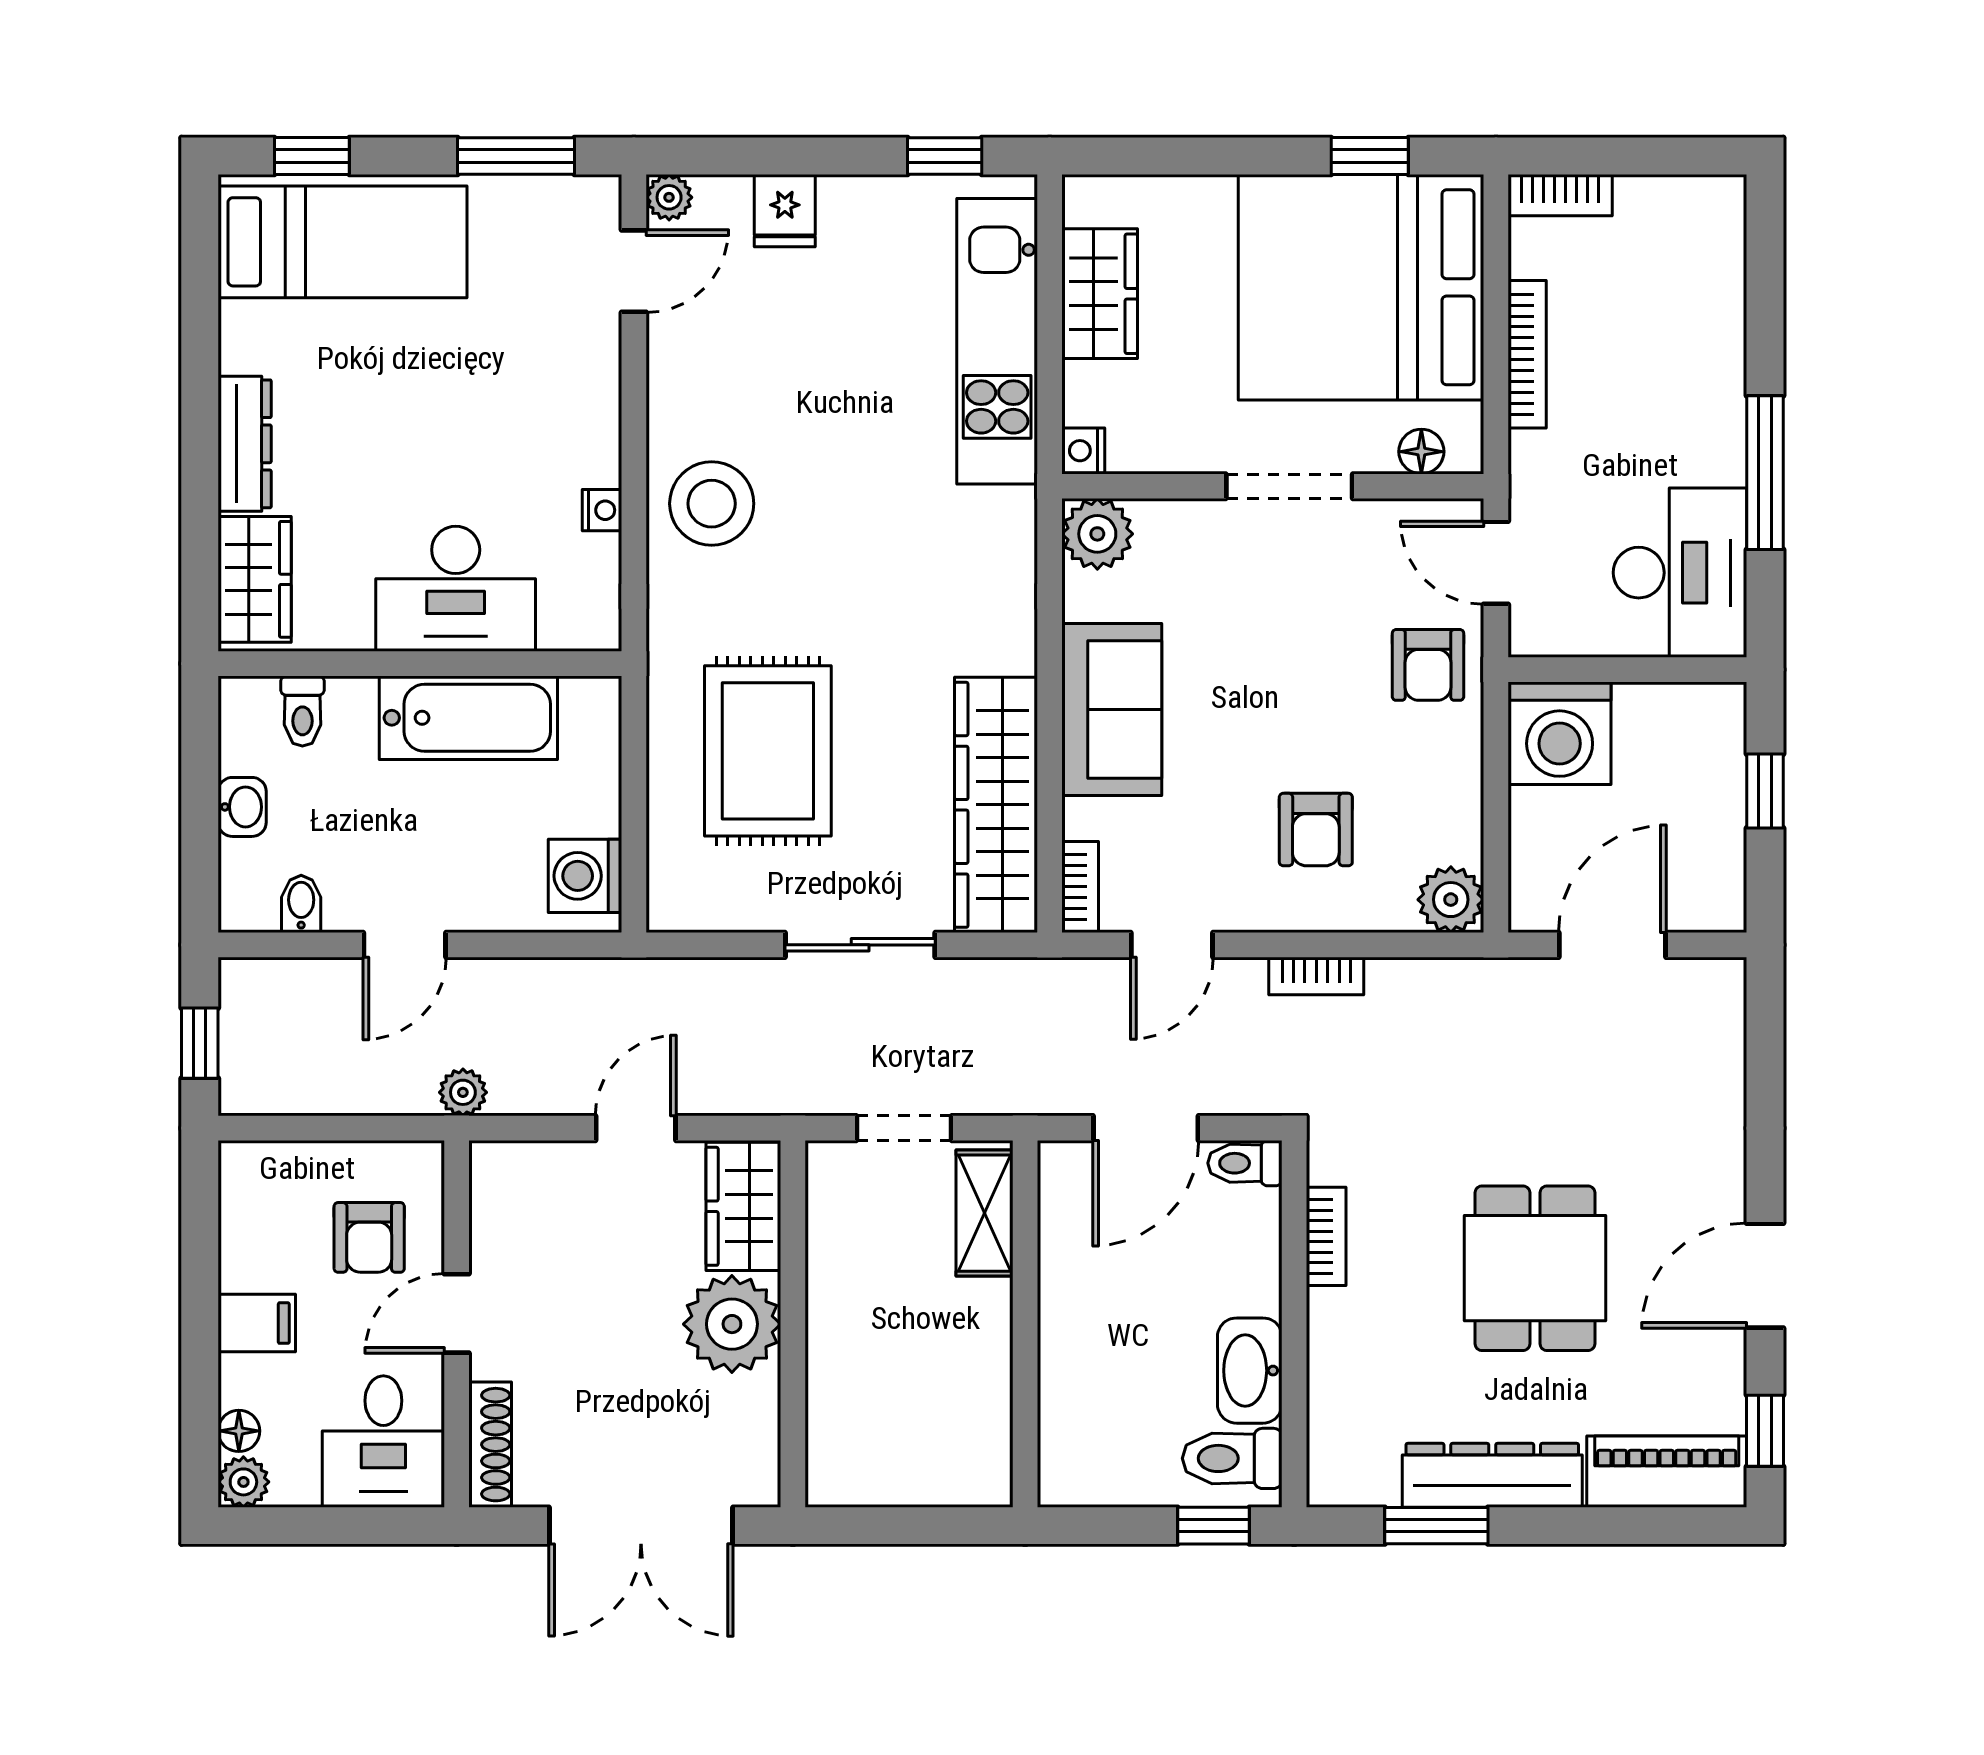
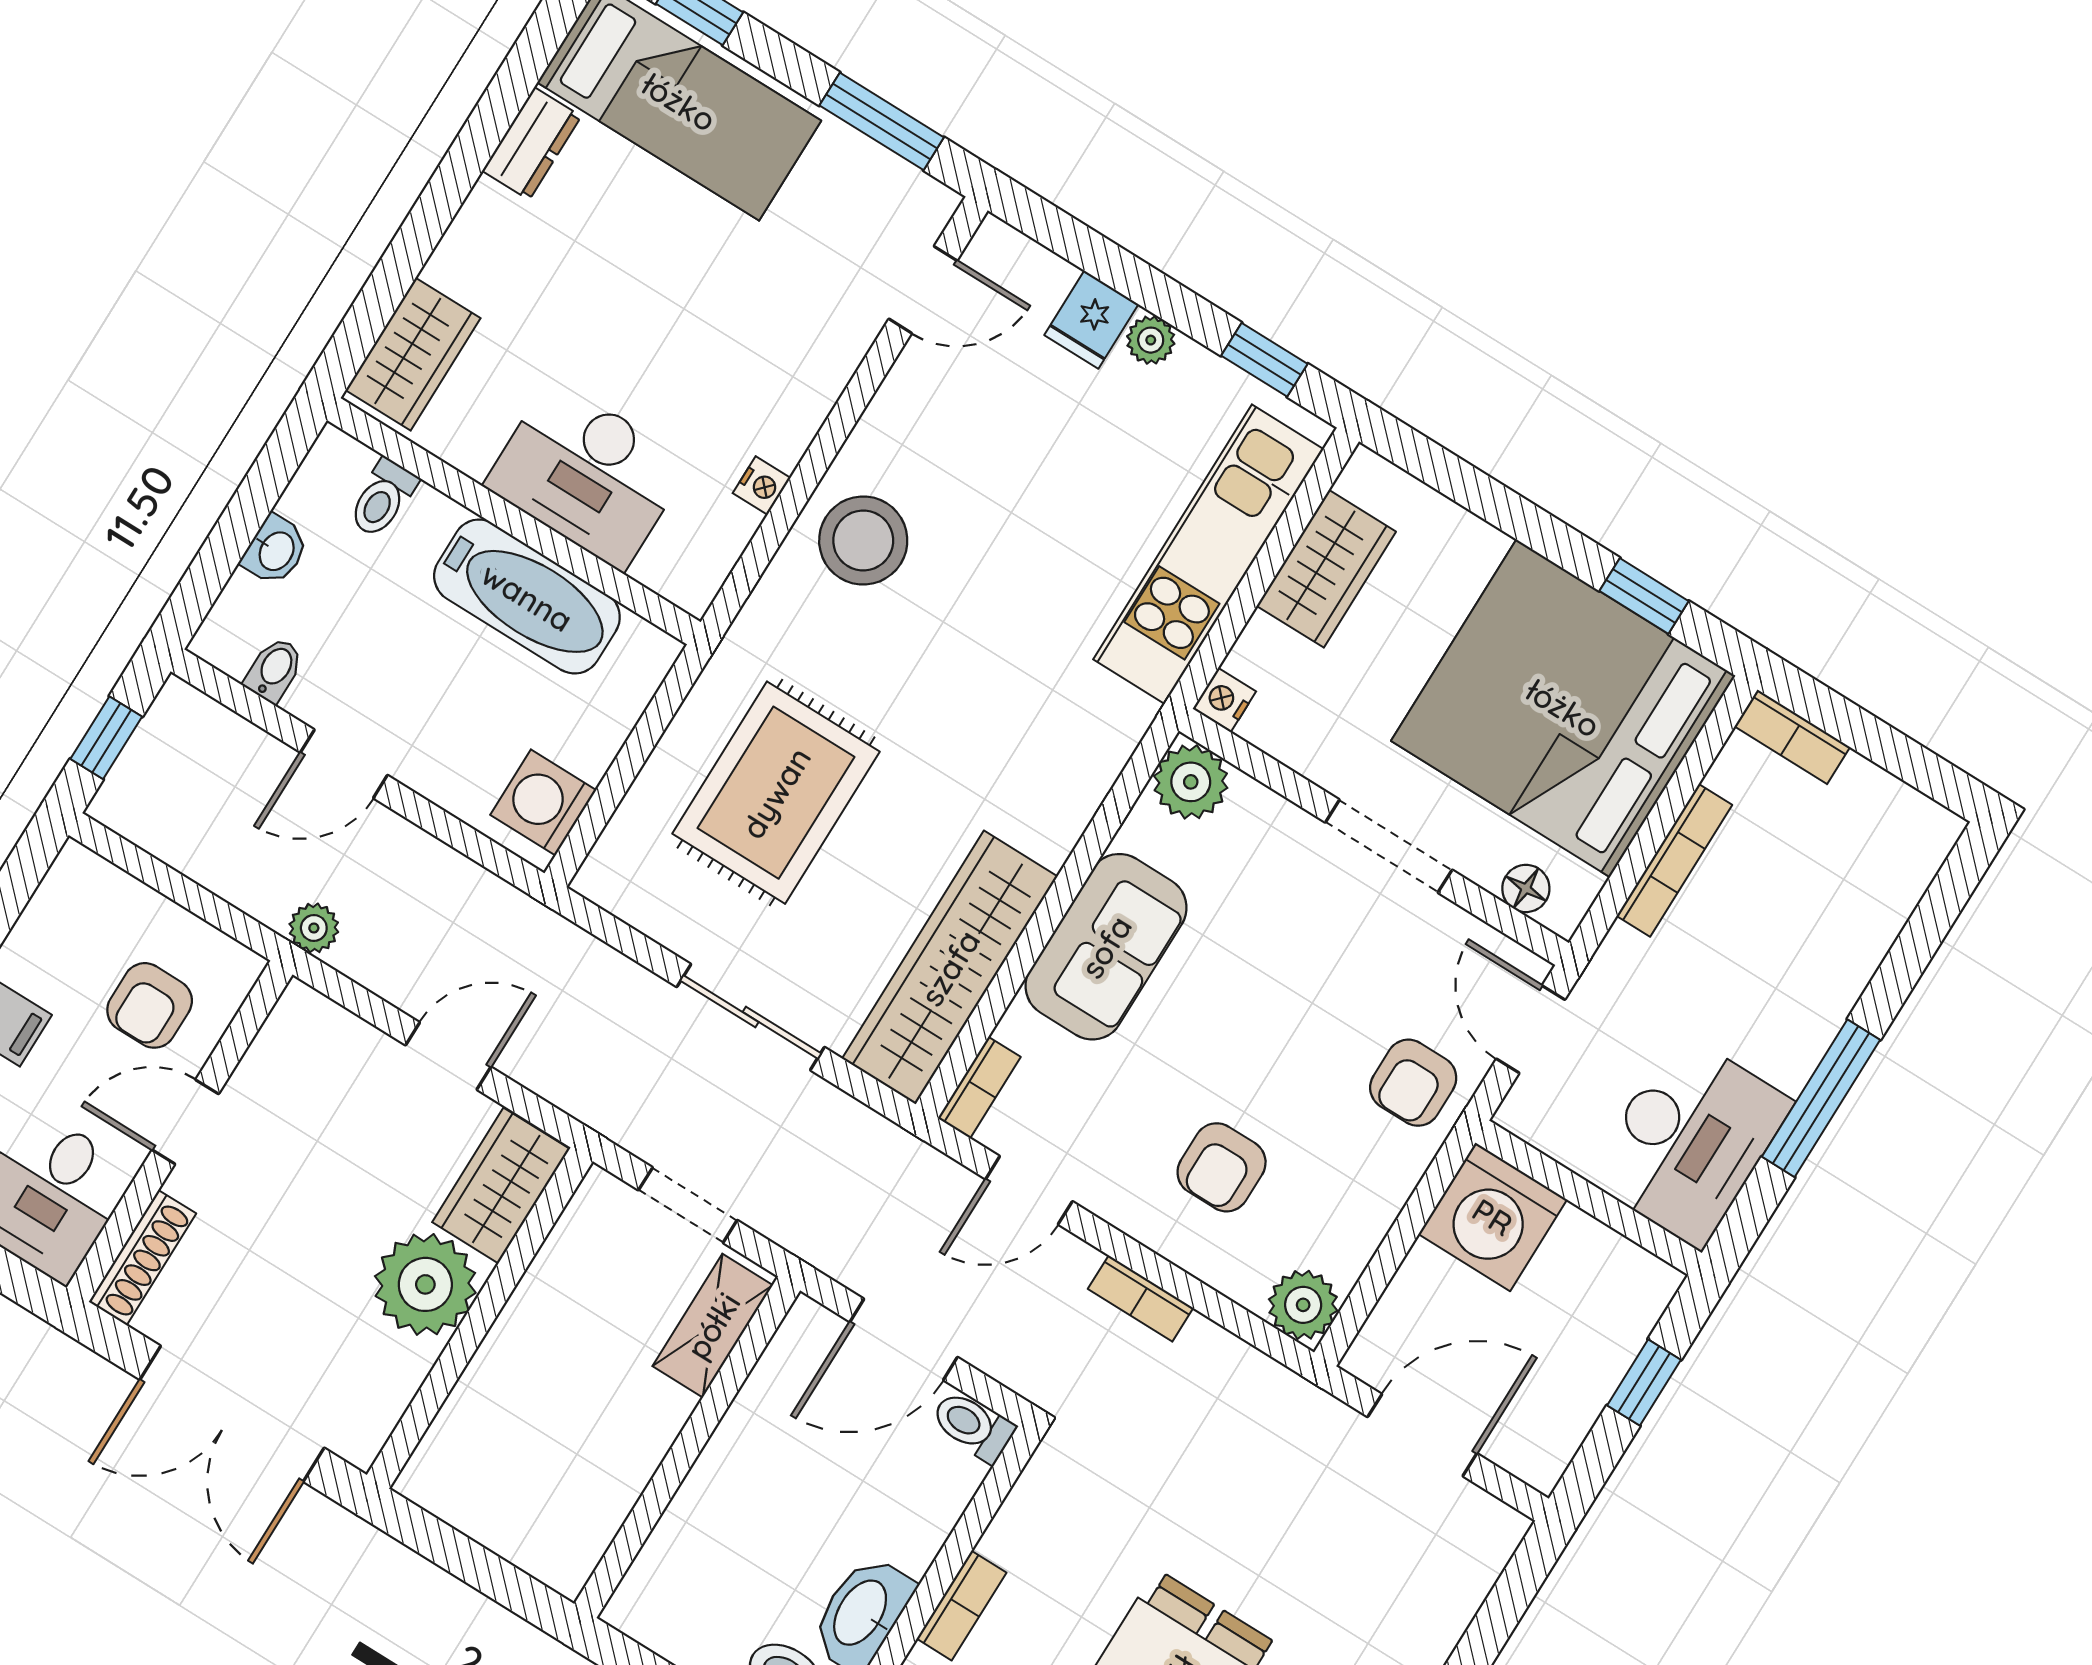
plant: (669, 197) -> (1151, 340), moved
dresser: (245, 444) -> (532, 144), moved, width x0.70
bookcase: (1326, 1236) -> (962, 1606), moved

